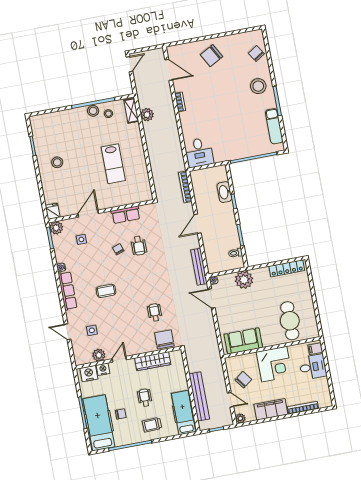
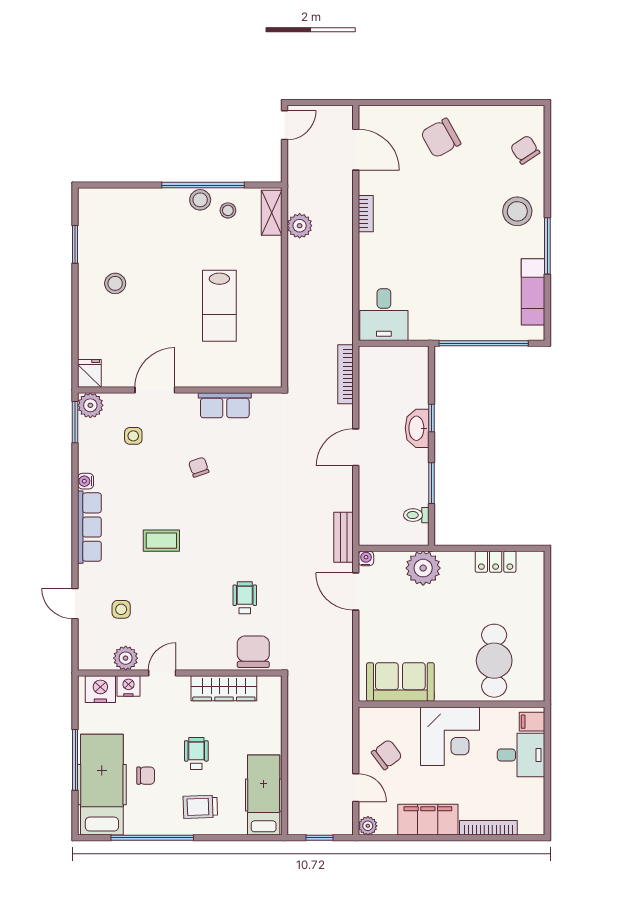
washbasin: (224, 192) -> (417, 428), moved
wheelchair: (139, 246) -> (238, 468), removed
bench: (199, 267) -> (343, 537), width x0.73
locker: (287, 268) -> (496, 562), width x0.66
bench: (199, 396) -> (299, 770), removed

